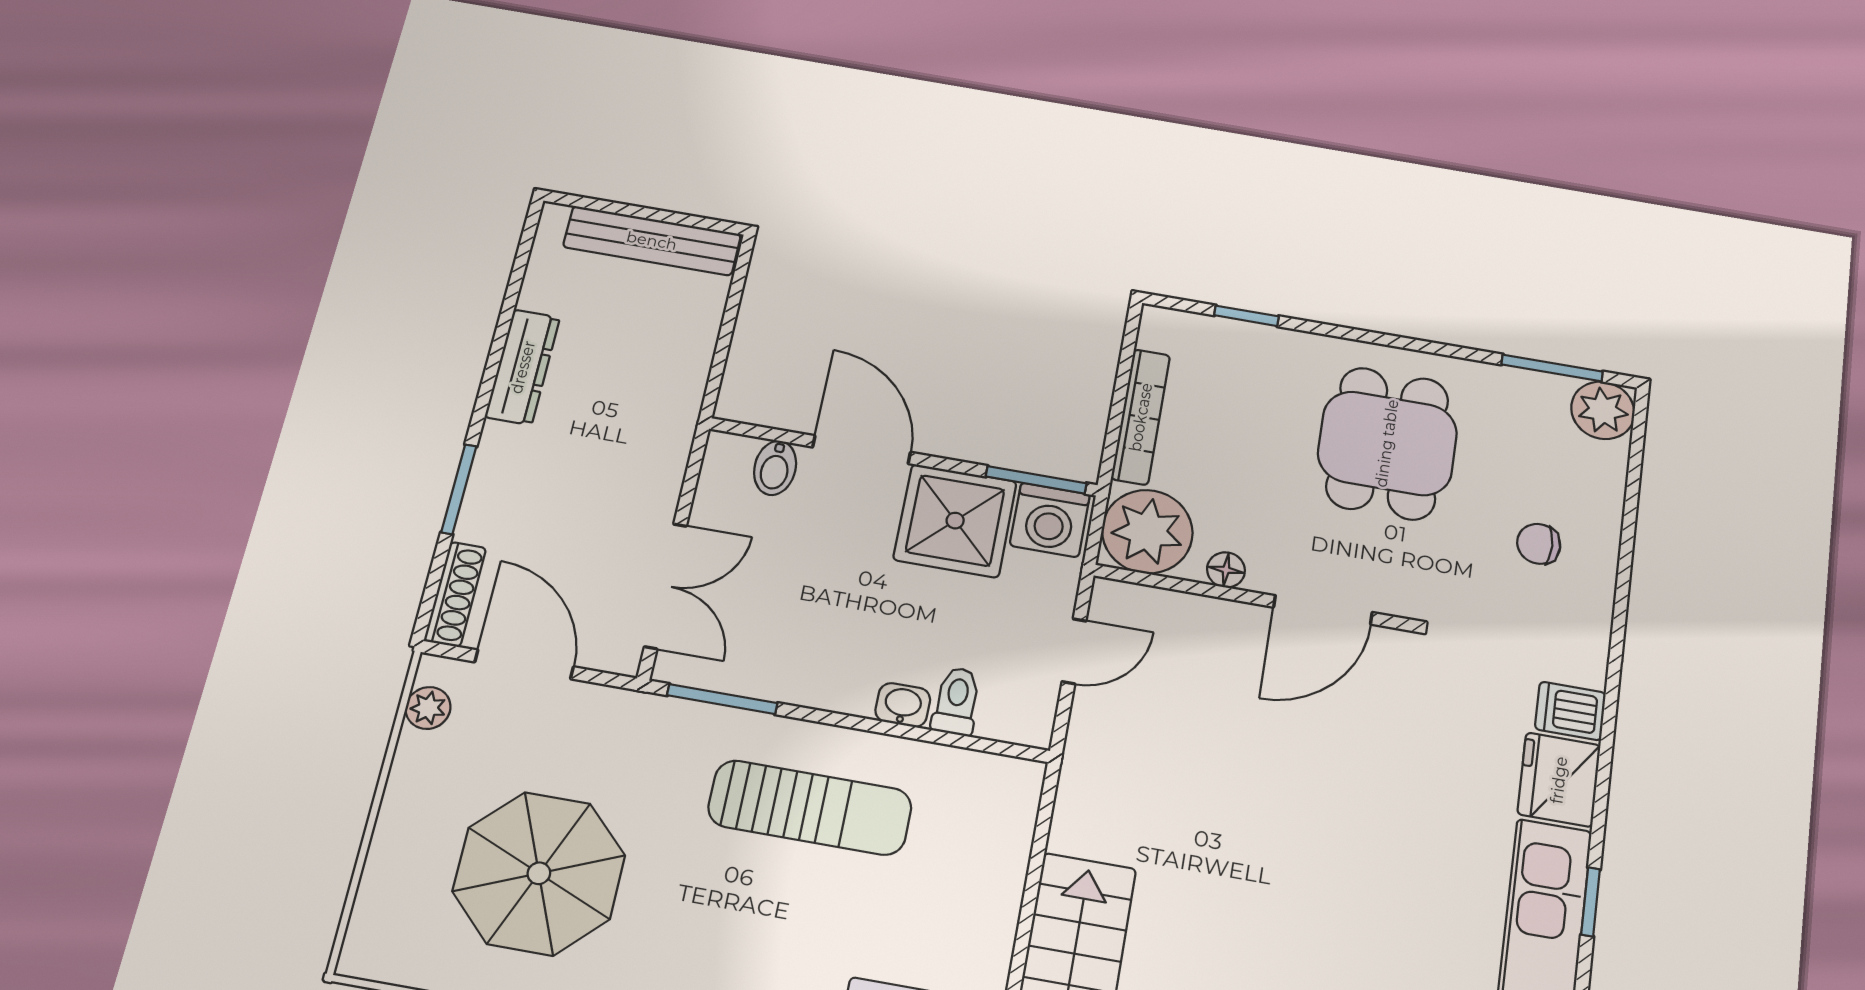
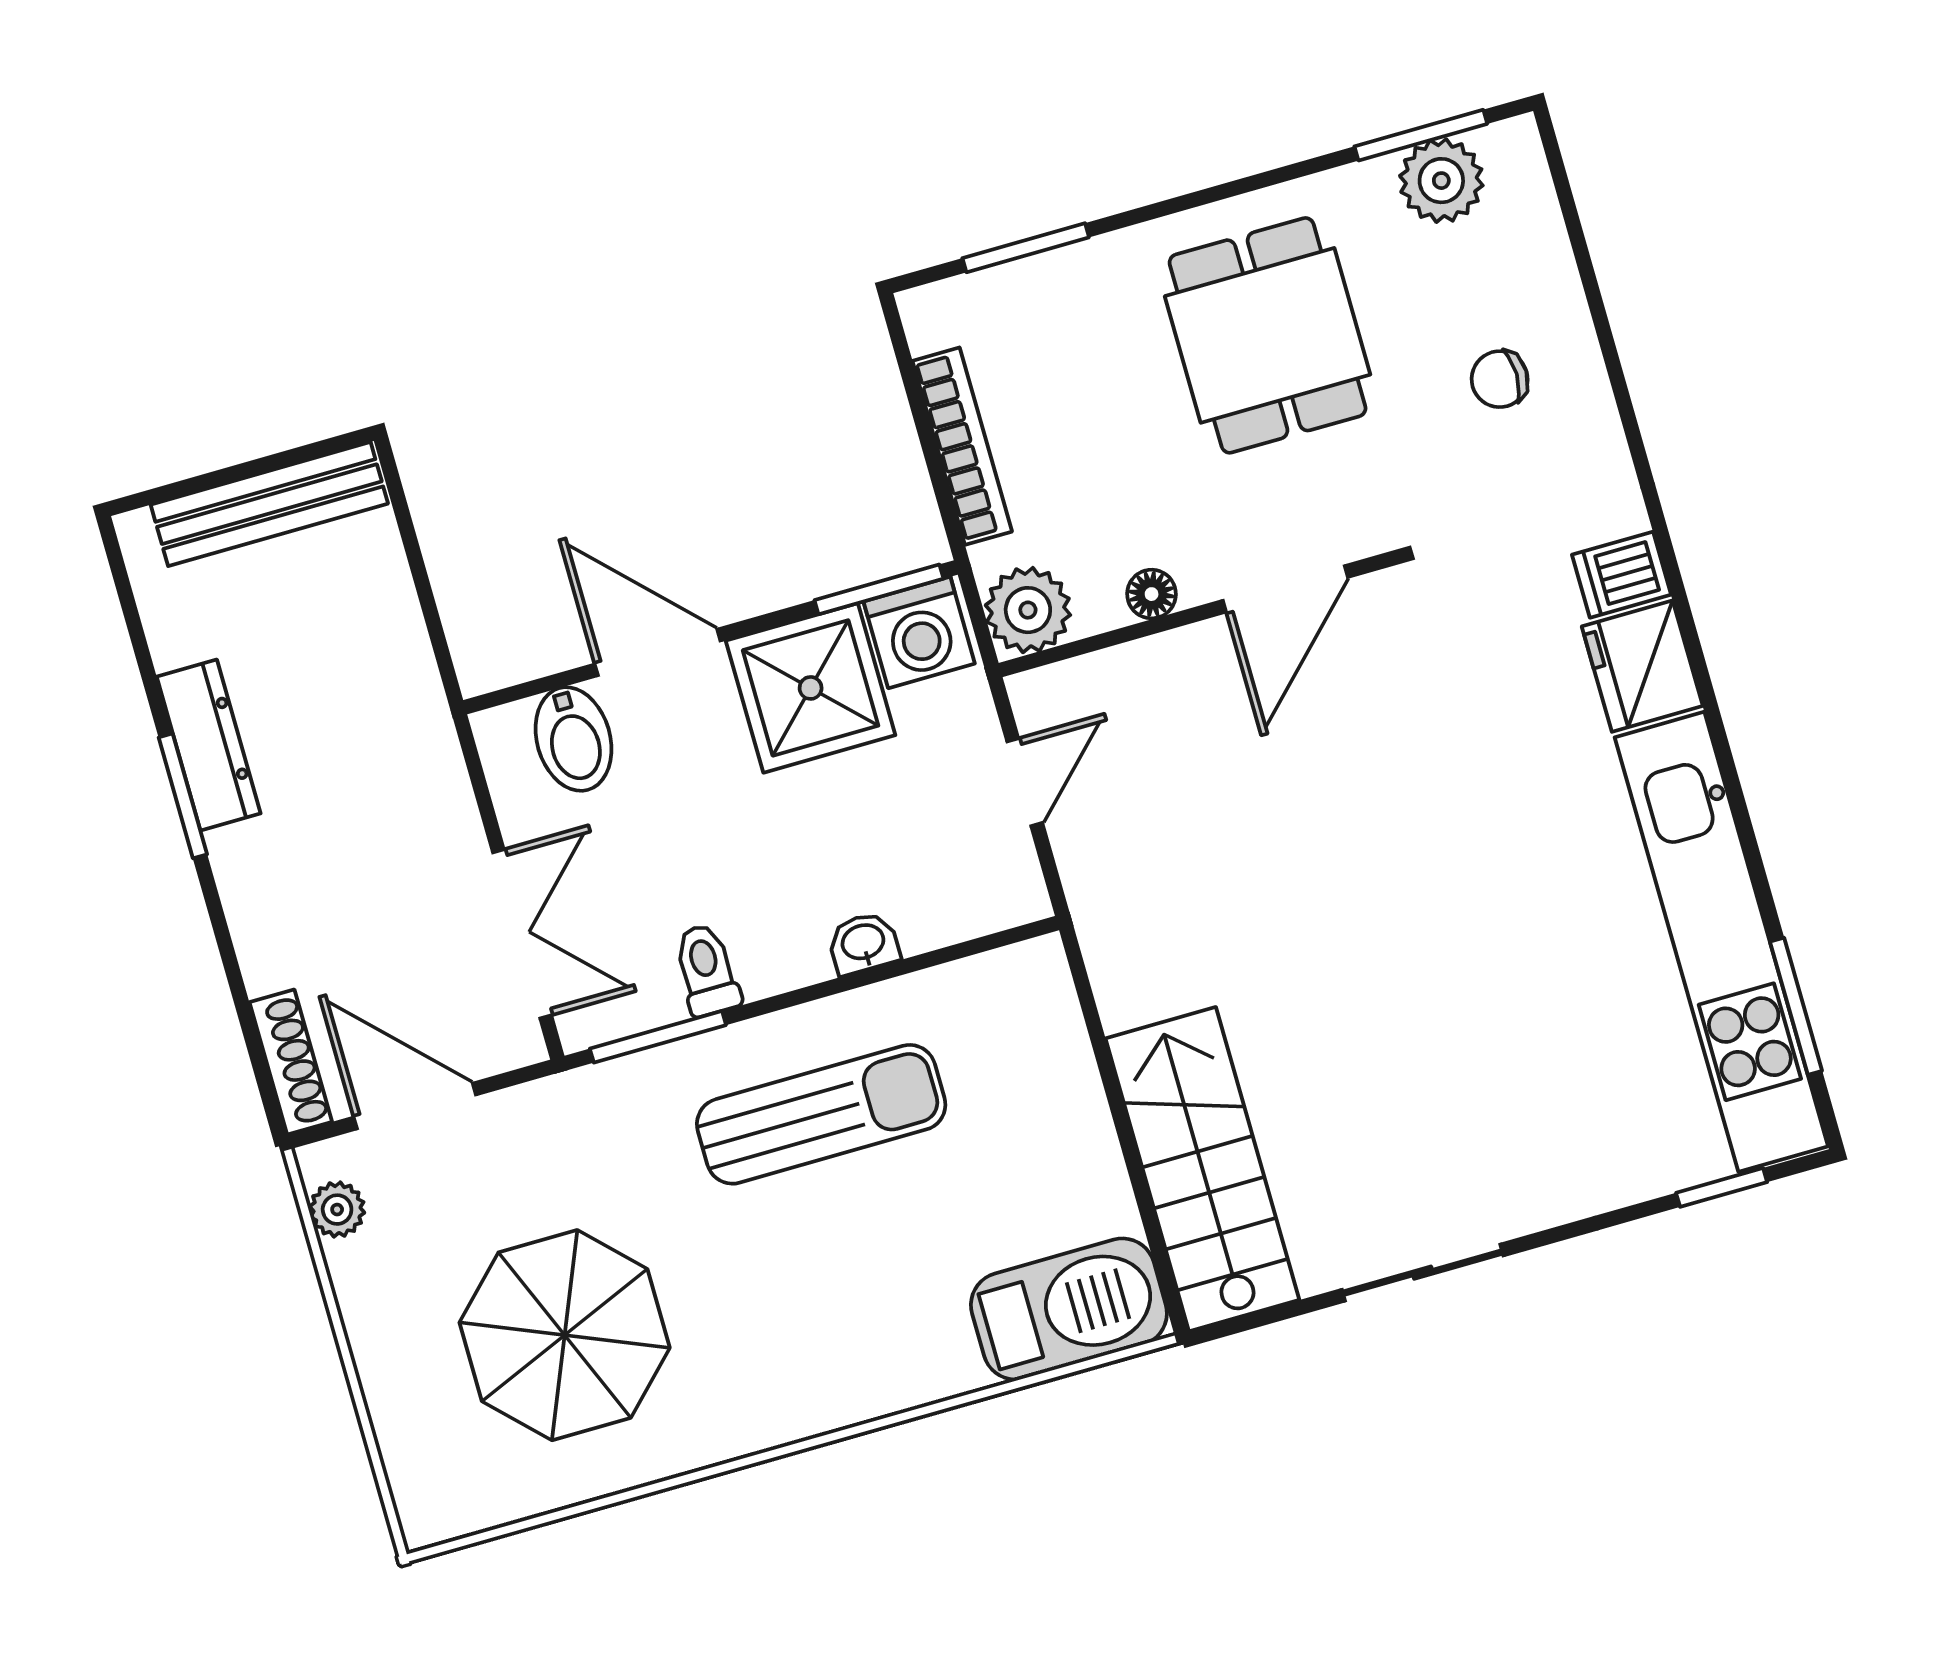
window: (1246, 316) -> (1026, 248), width x1.50
plant: (1603, 410) -> (1441, 181), moved
bidet: (775, 468) -> (574, 739), width x1.38, depth x1.36
window: (459, 489) -> (183, 796), moved
plant: (1147, 532) -> (1028, 610), width x0.73, depth x0.73
toilet: (956, 701) -> (707, 970), moved
window: (1591, 902) -> (1736, 796), removed

